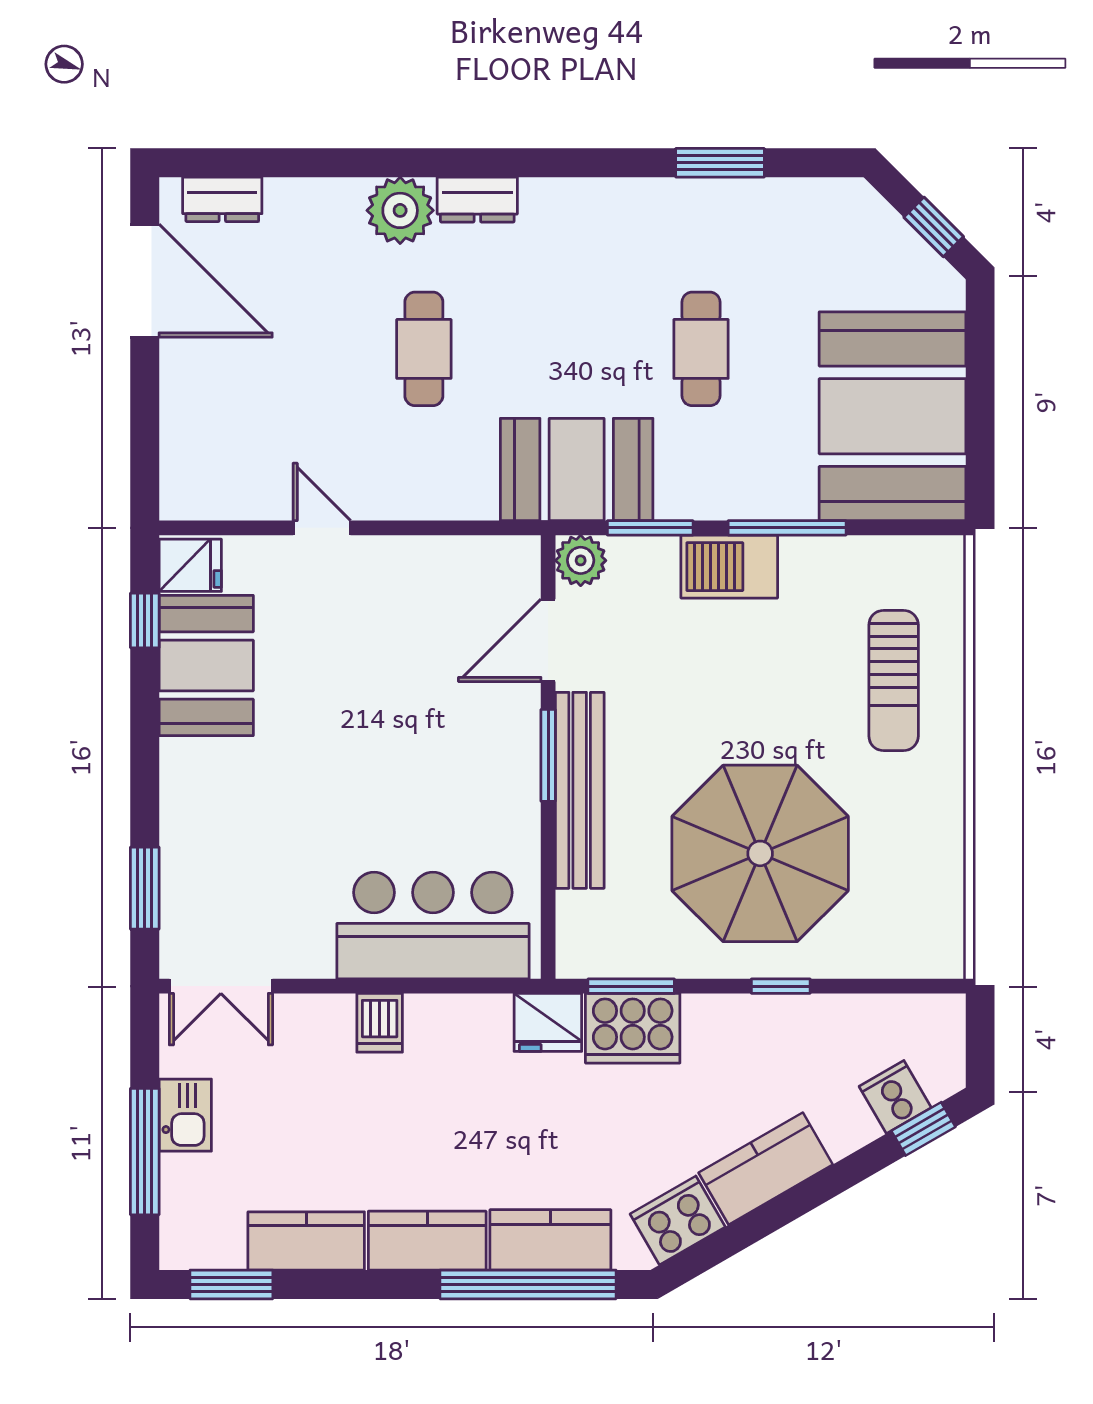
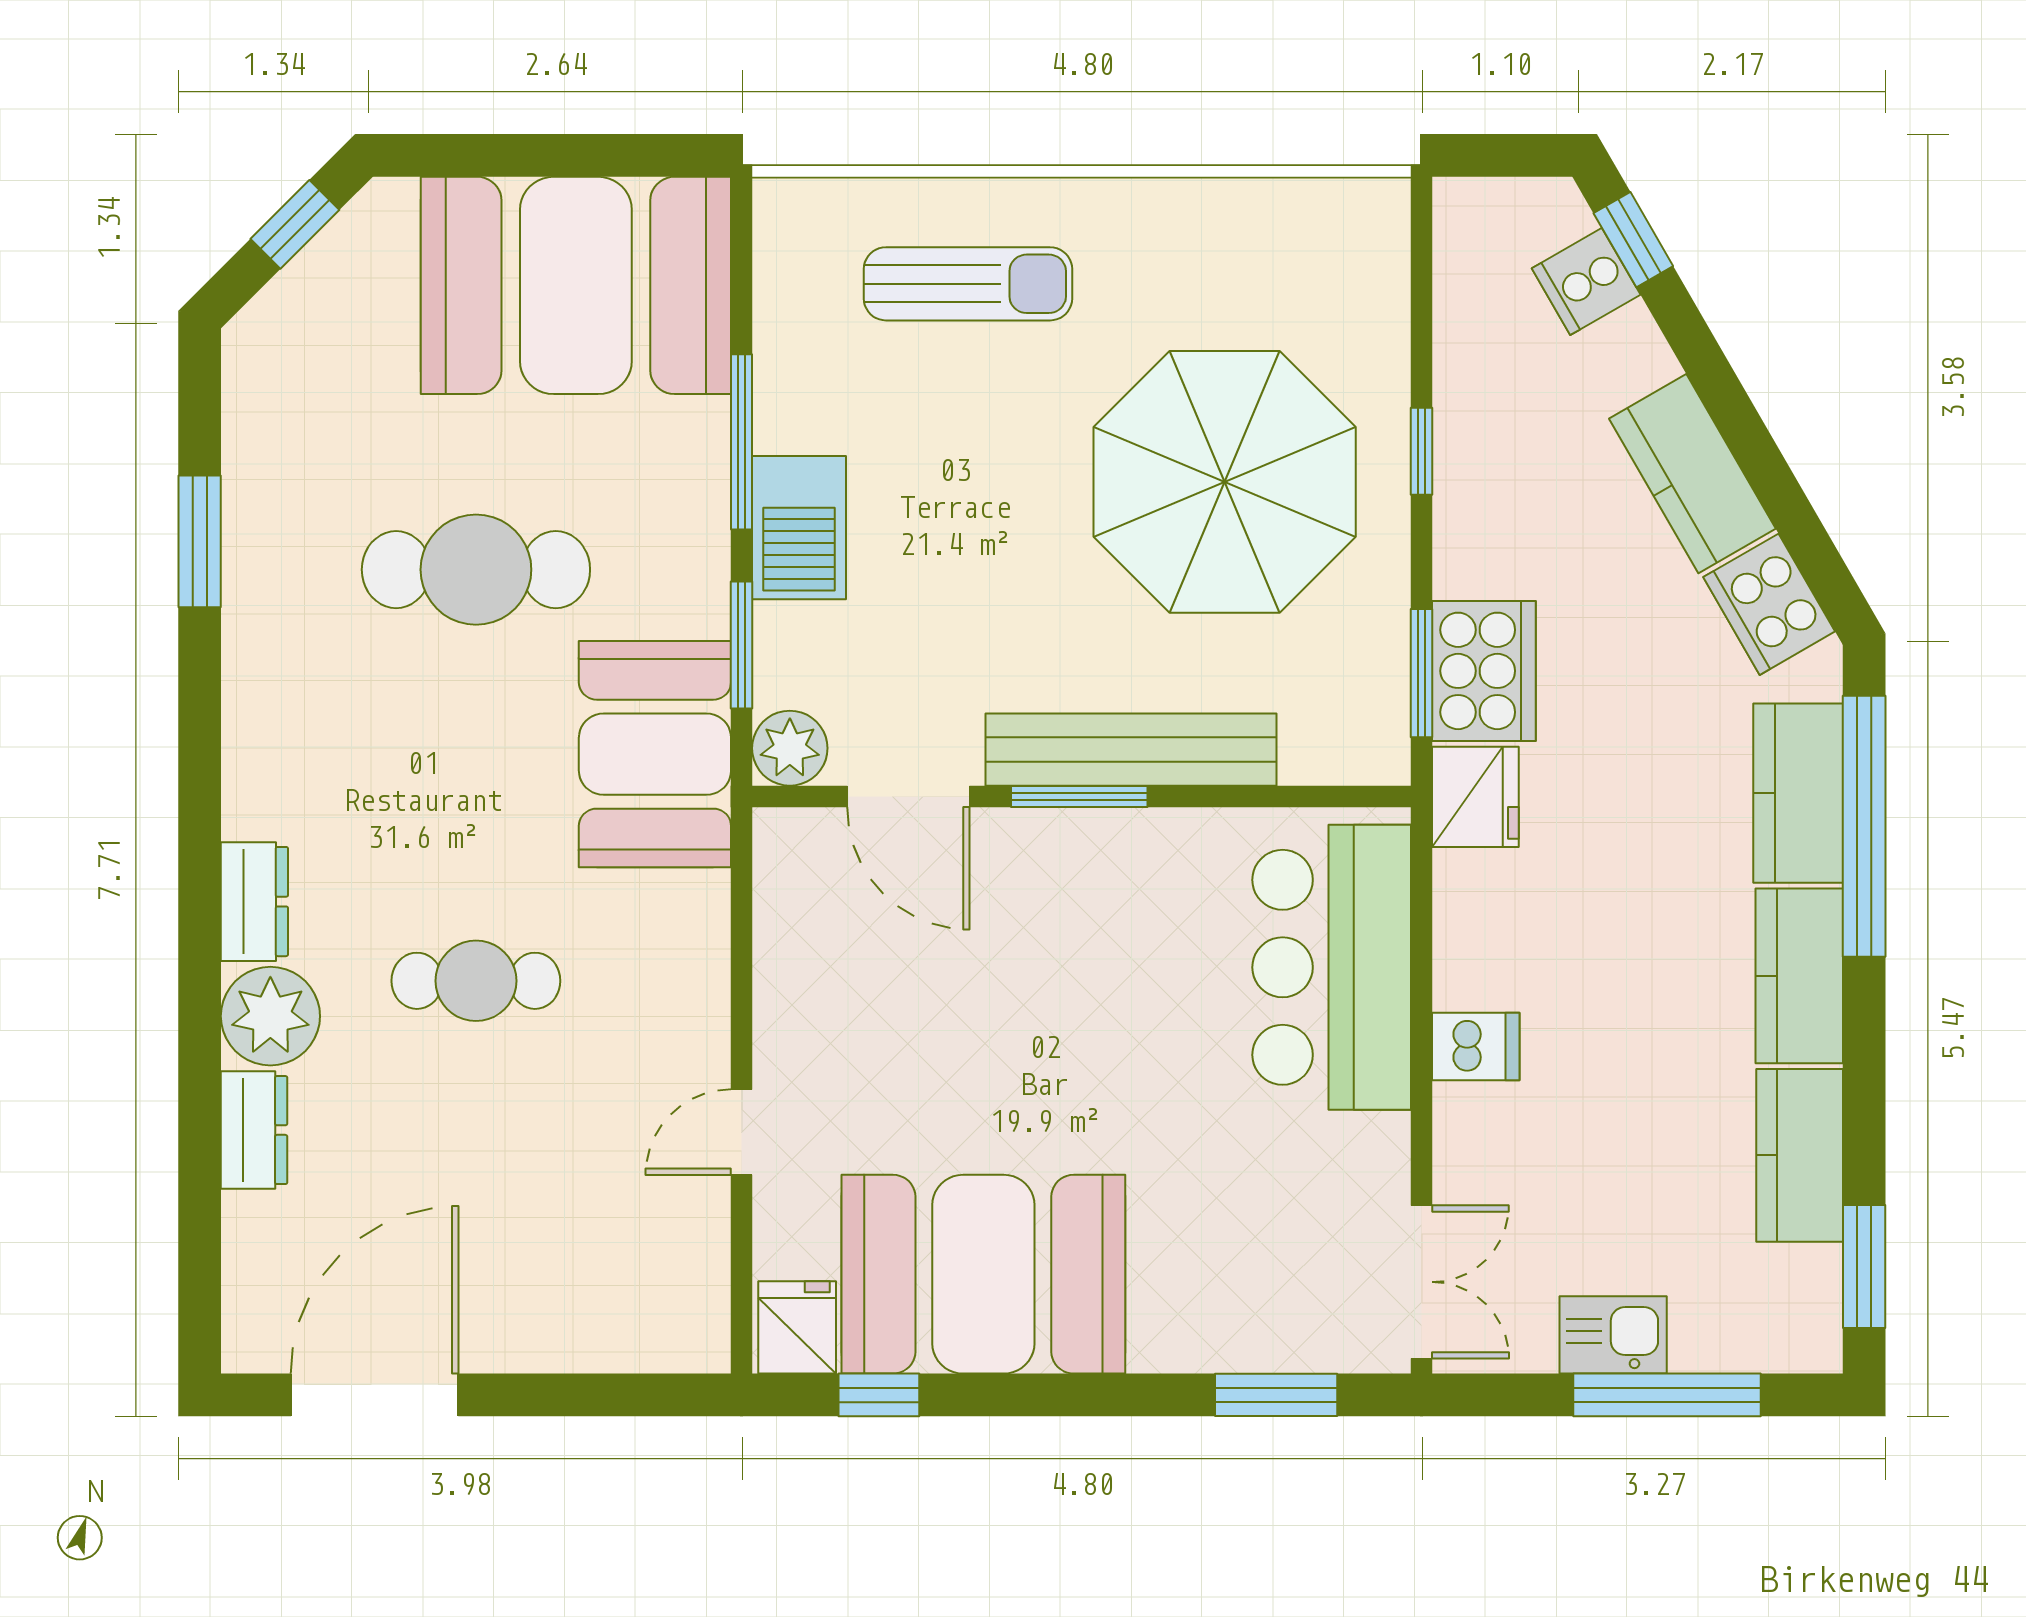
dresser: (222, 199) -> (254, 1130), moved
cafe table: (701, 349) -> (476, 570), width x1.37, depth x1.35
booth: (206, 665) -> (983, 1274), width x1.36, depth x1.42

